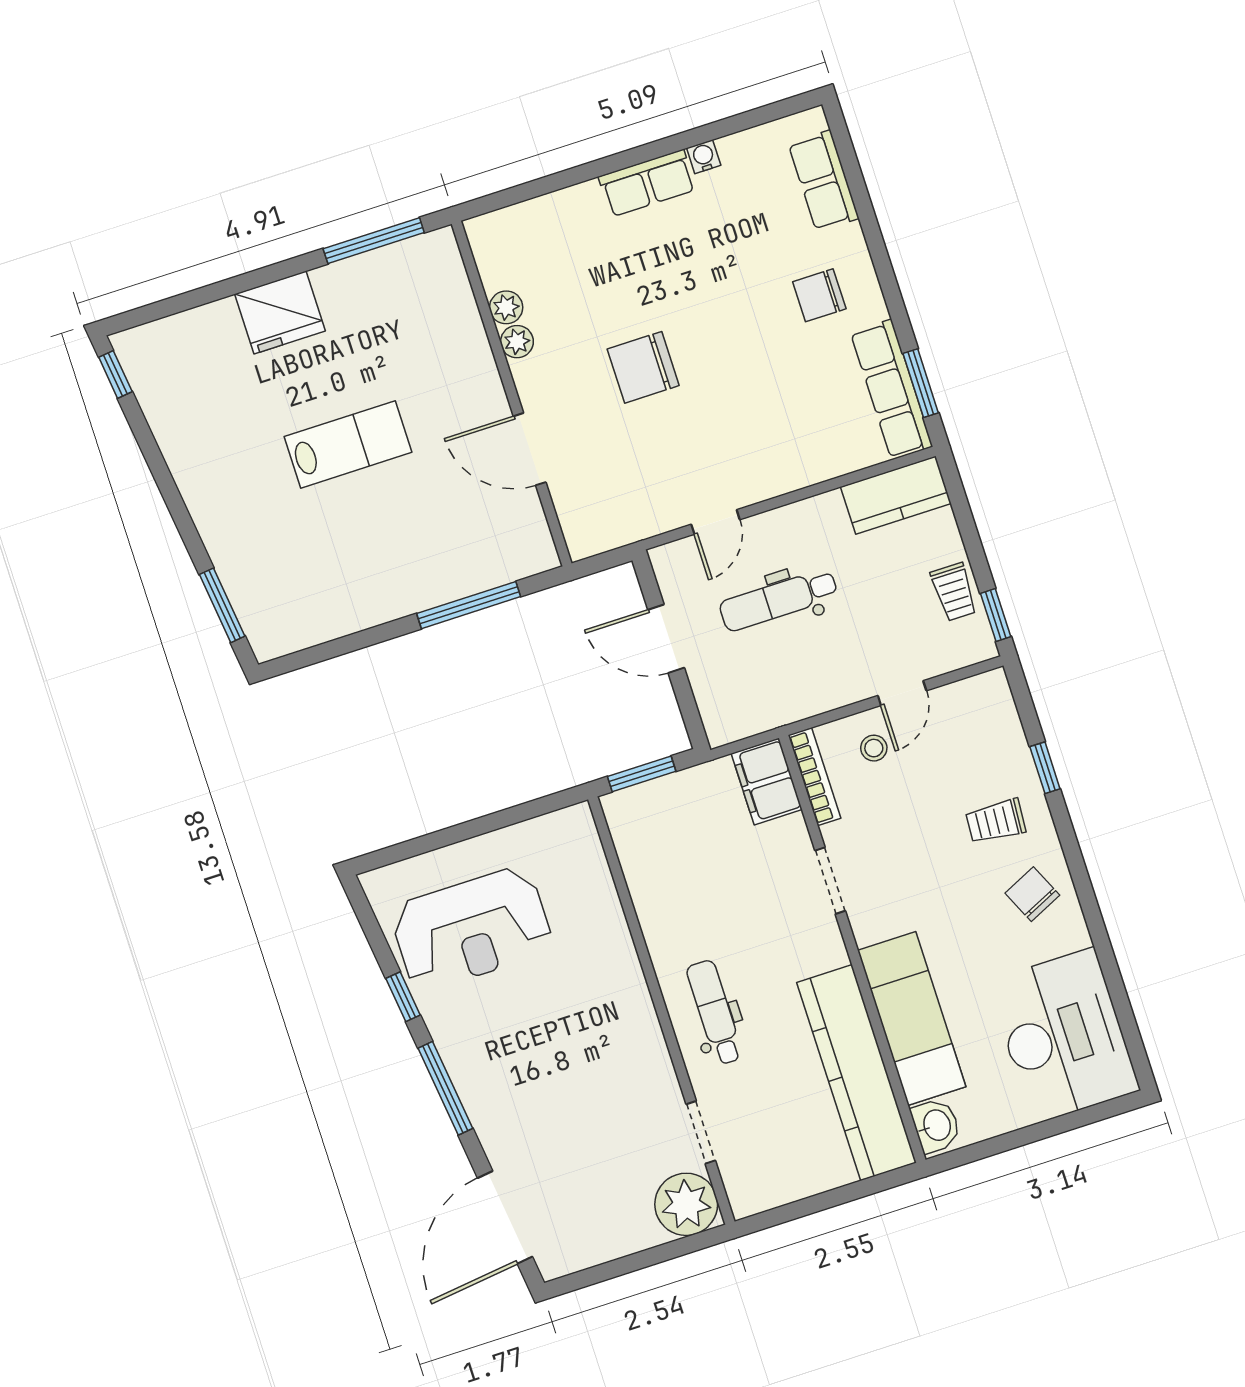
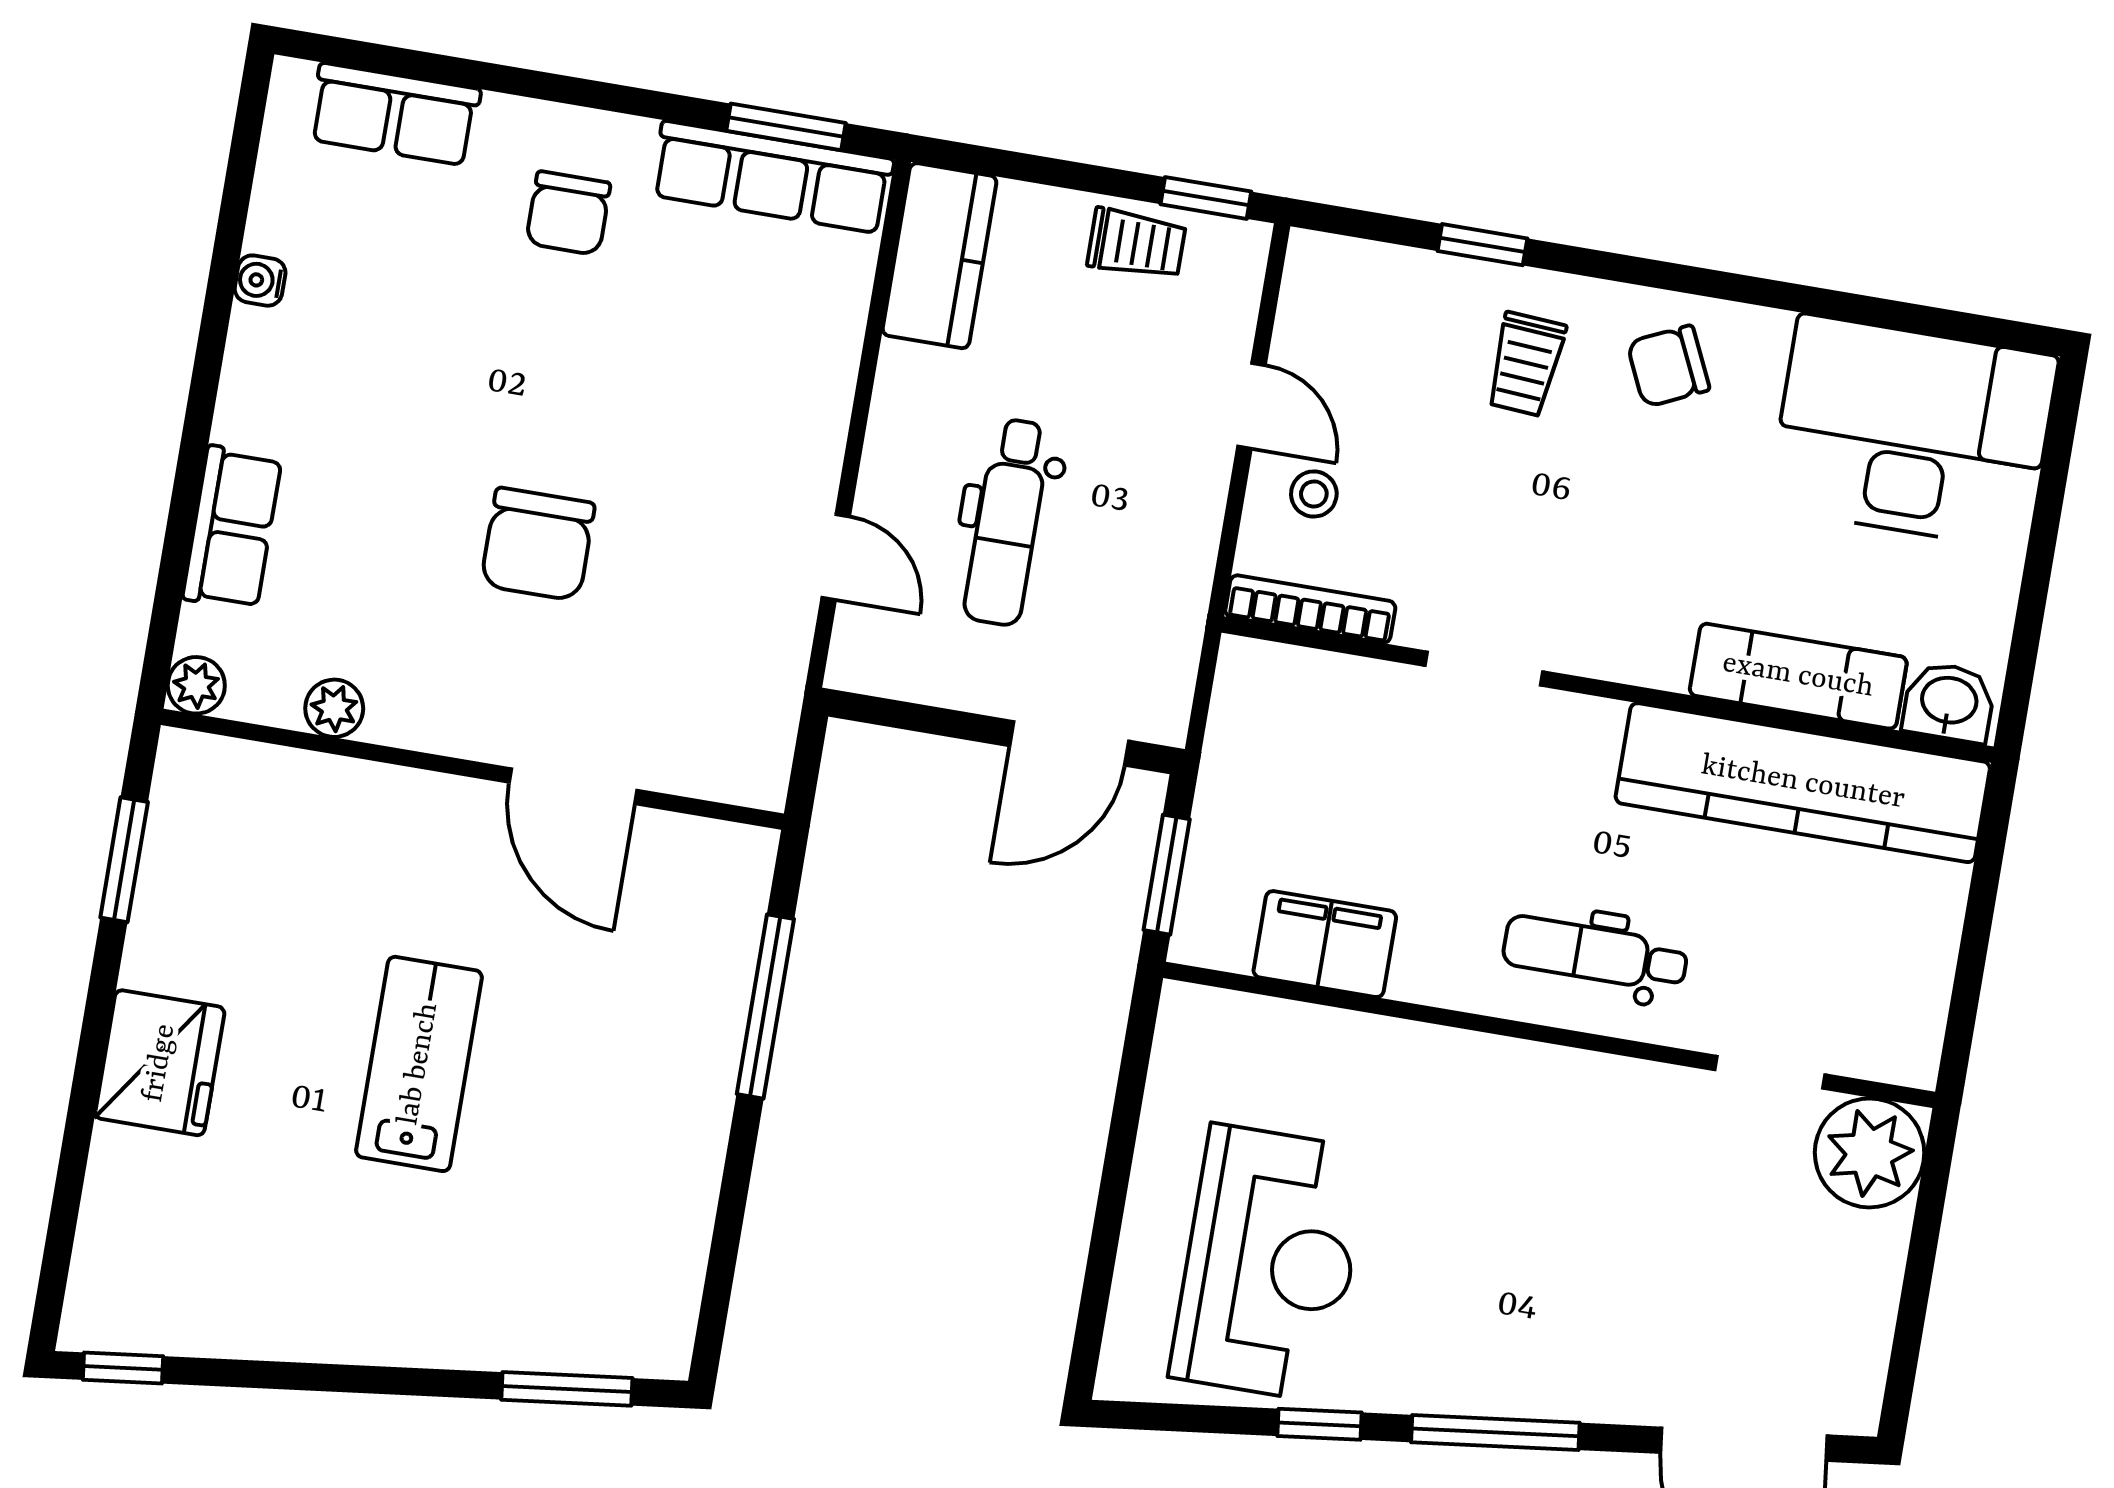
row of seats: (647, 183) -> (232, 528), moved
window: (374, 241) -> (124, 860), width x0.69
plant: (517, 342) -> (196, 685), moved
door: (530, 449) -> (573, 786), hinge flipped
door: (666, 639) -> (1069, 743), moved
filing cabinet: (767, 781) -> (1325, 944), moved, turned 180
exam couch: (912, 1018) -> (1798, 676), width x0.73, depth x0.69

